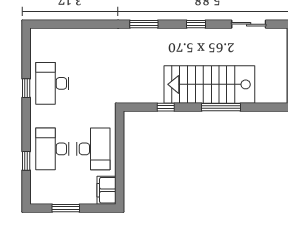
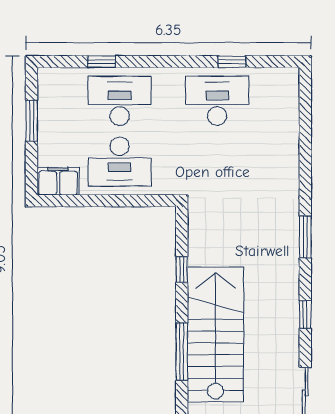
window: (26, 88) -> (232, 62), moved

